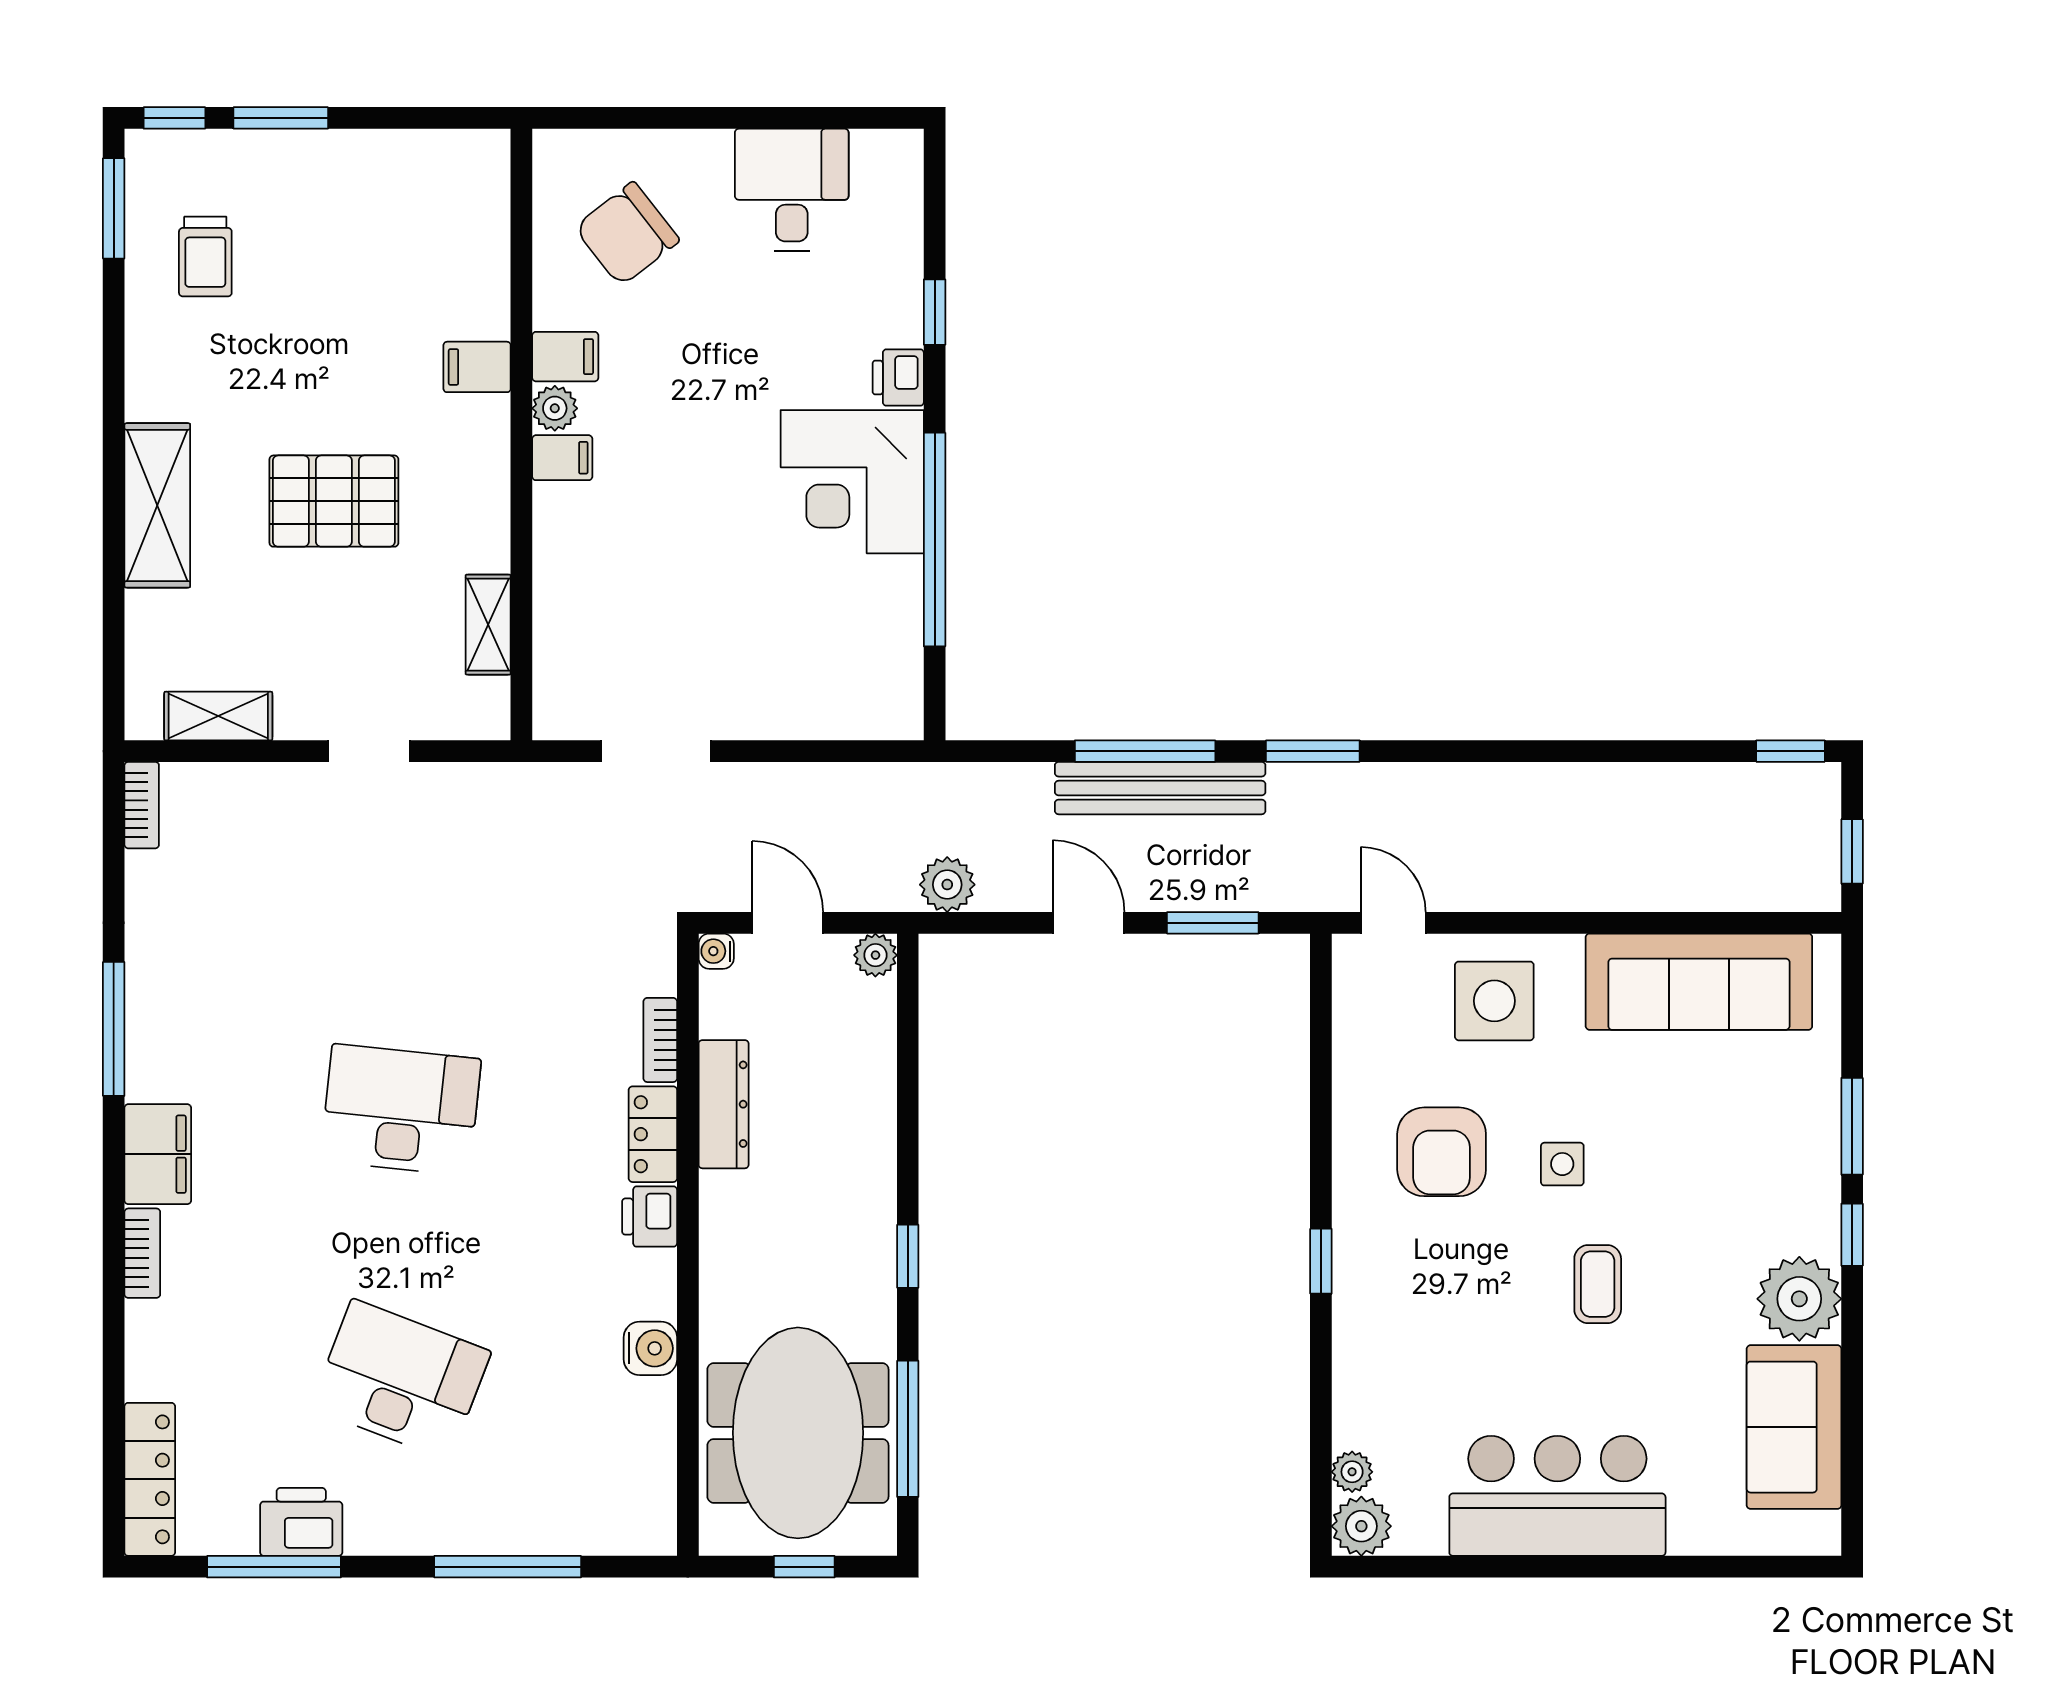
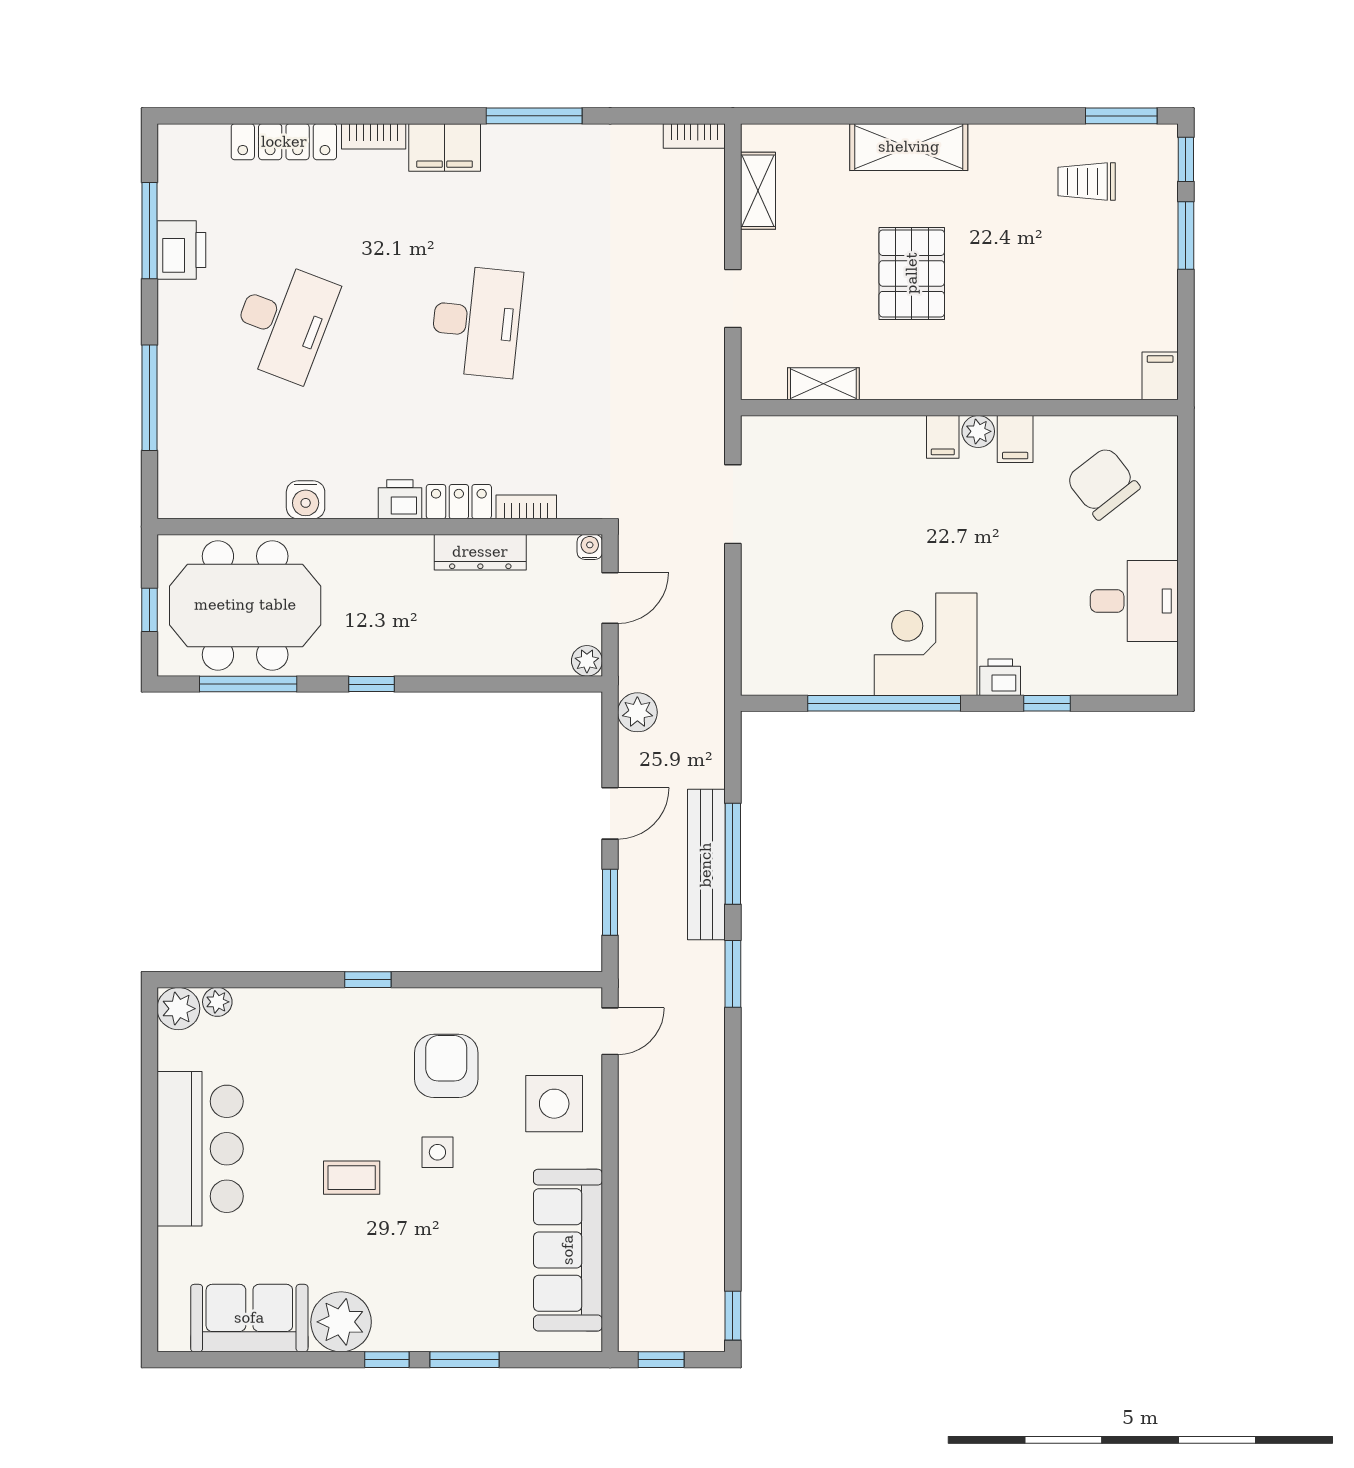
filing cabinet: (477, 367) -> (1160, 376), moved
armchair: (1442, 1152) -> (446, 1066), turned 90
locker: (150, 1479) -> (284, 142), moved

